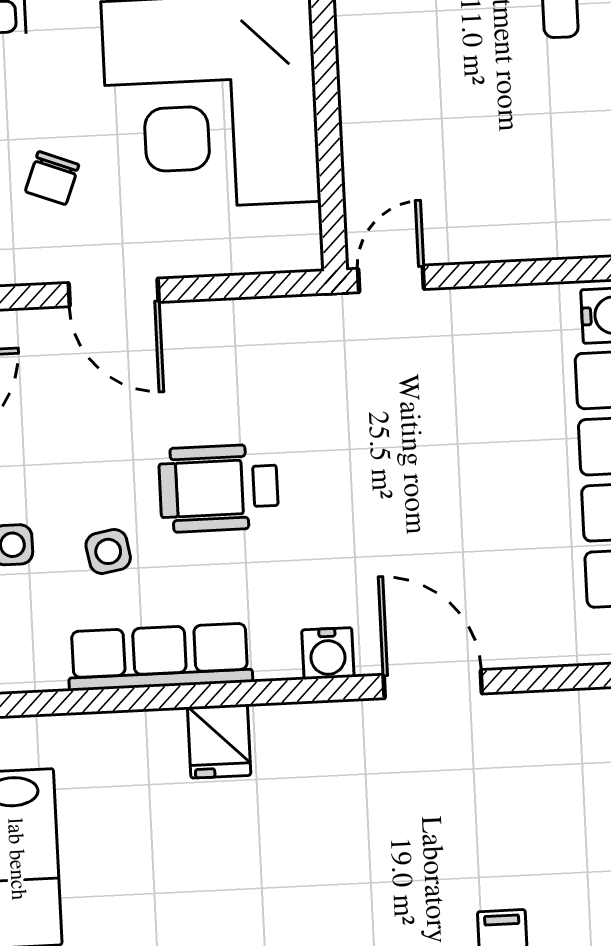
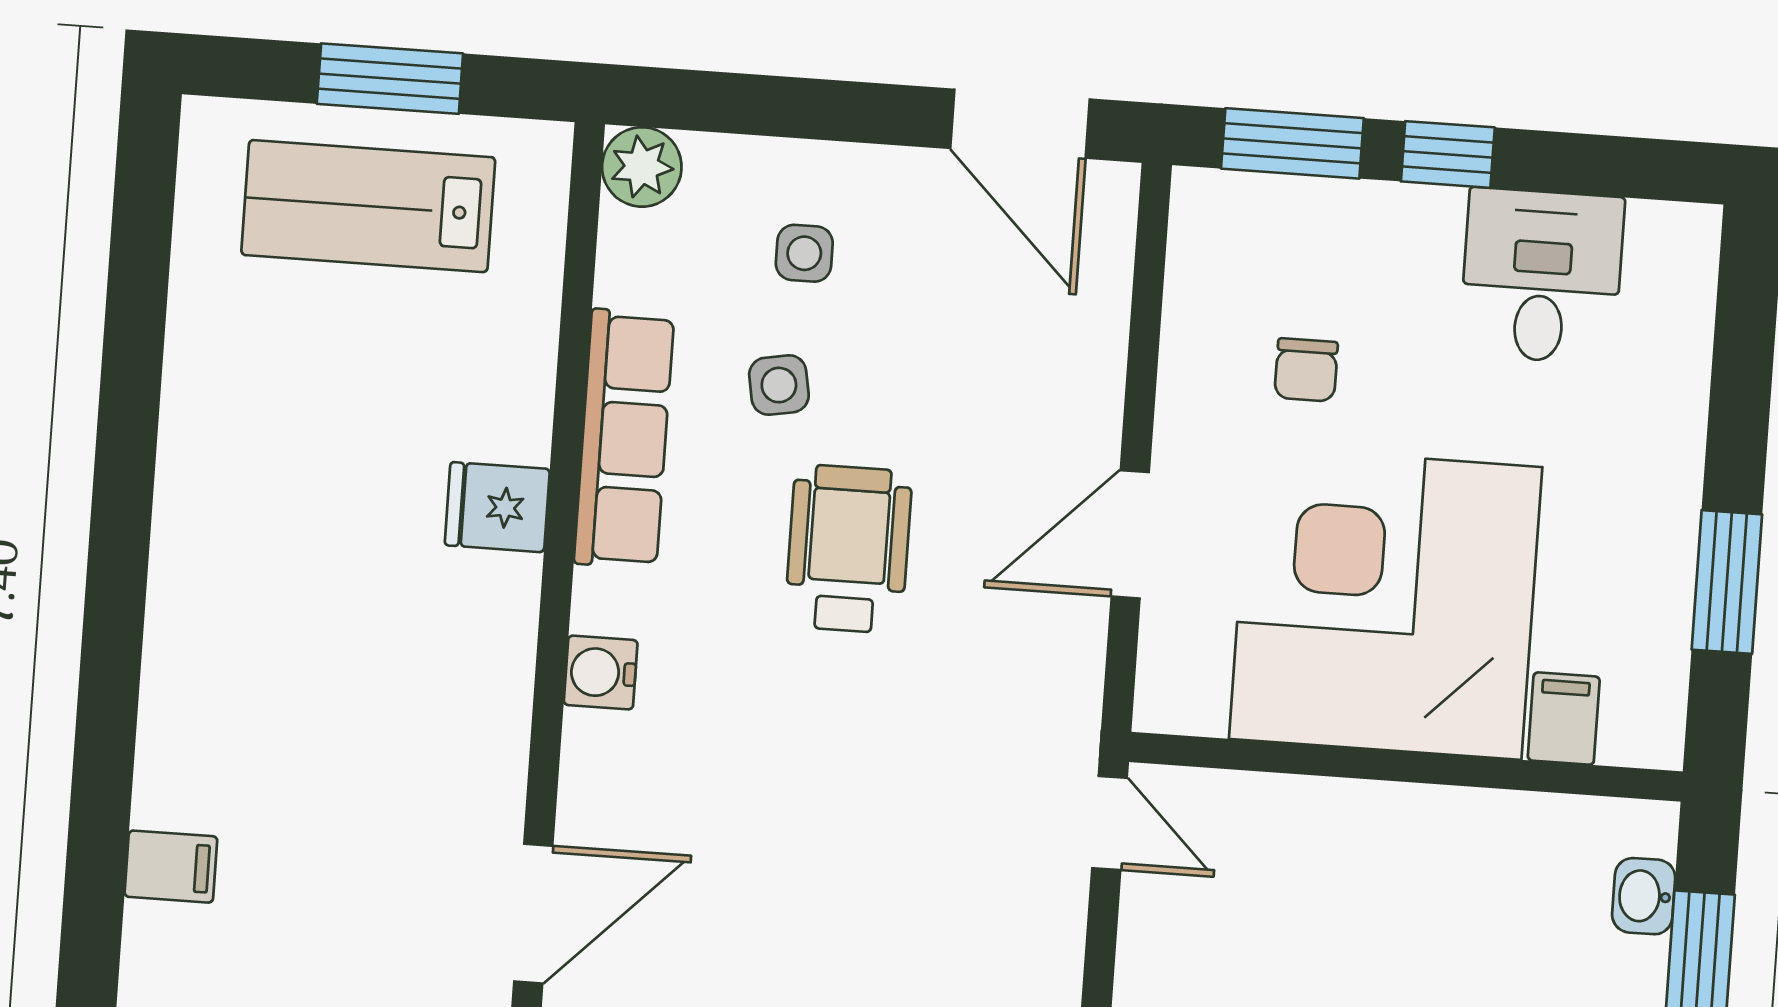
chair: (52, 178) -> (1306, 370), turned -111
door: (114, 292) -> (1130, 534), moved
door: (433, 684) -> (533, 914), moved

